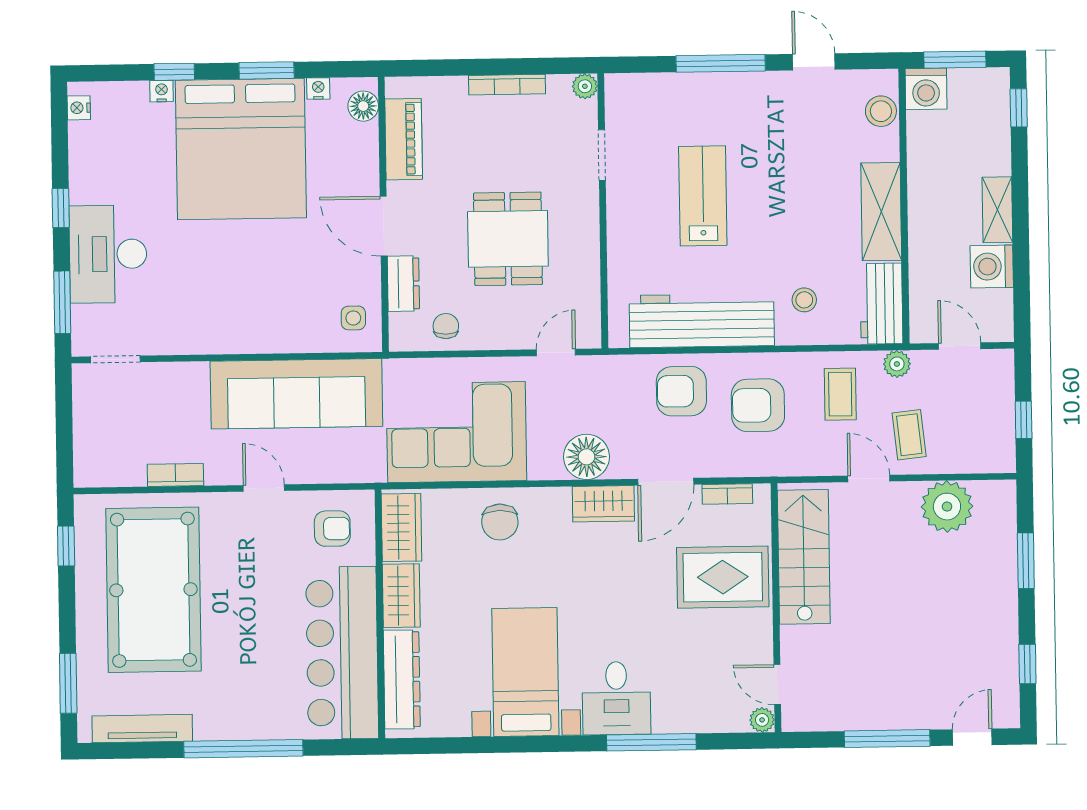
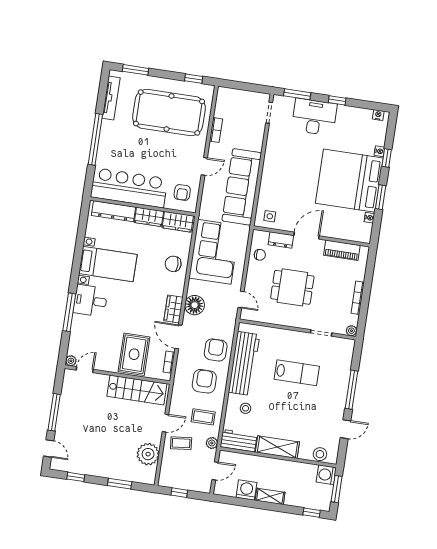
floor lamp: (363, 106) -> (359, 235), removed

